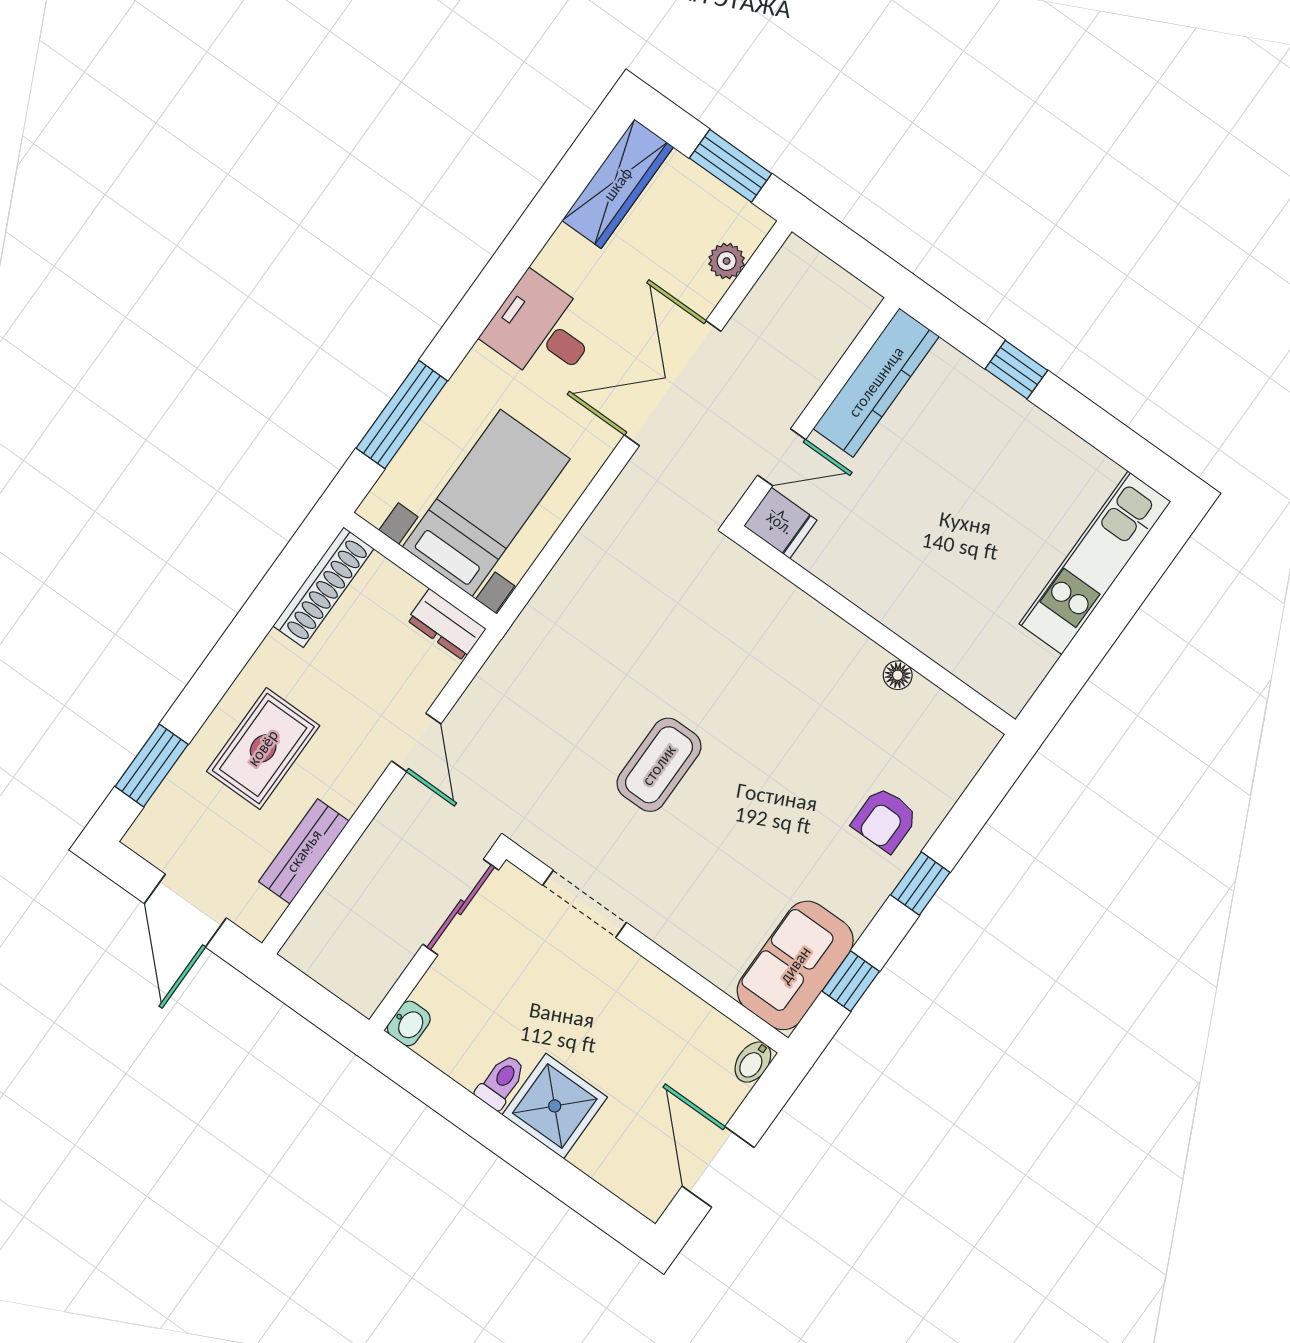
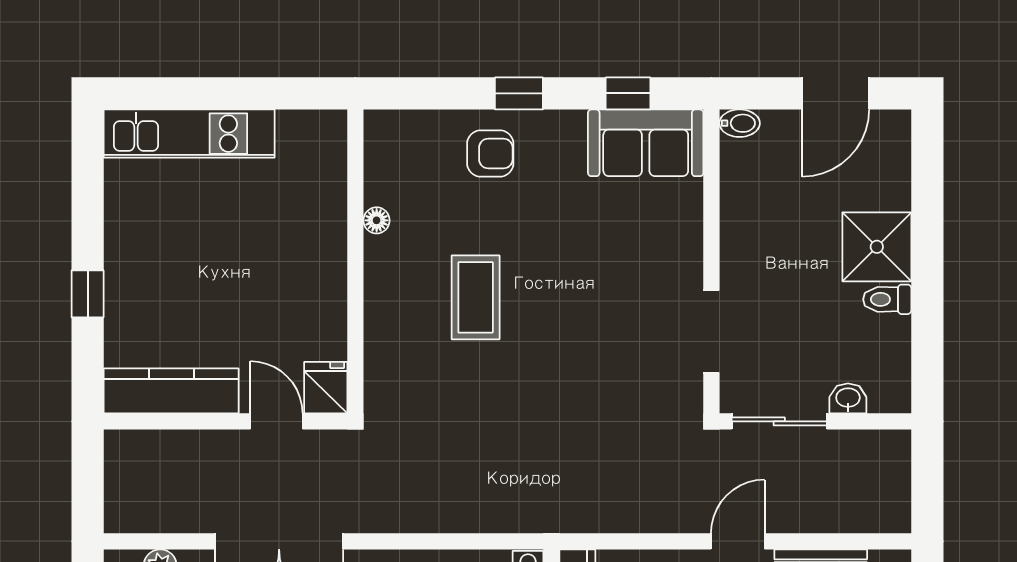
door: (416, 742) -> (738, 541), moved
coffee table: (659, 765) -> (476, 297), moved, turned 90
washbasin: (409, 1023) -> (848, 398), moved

